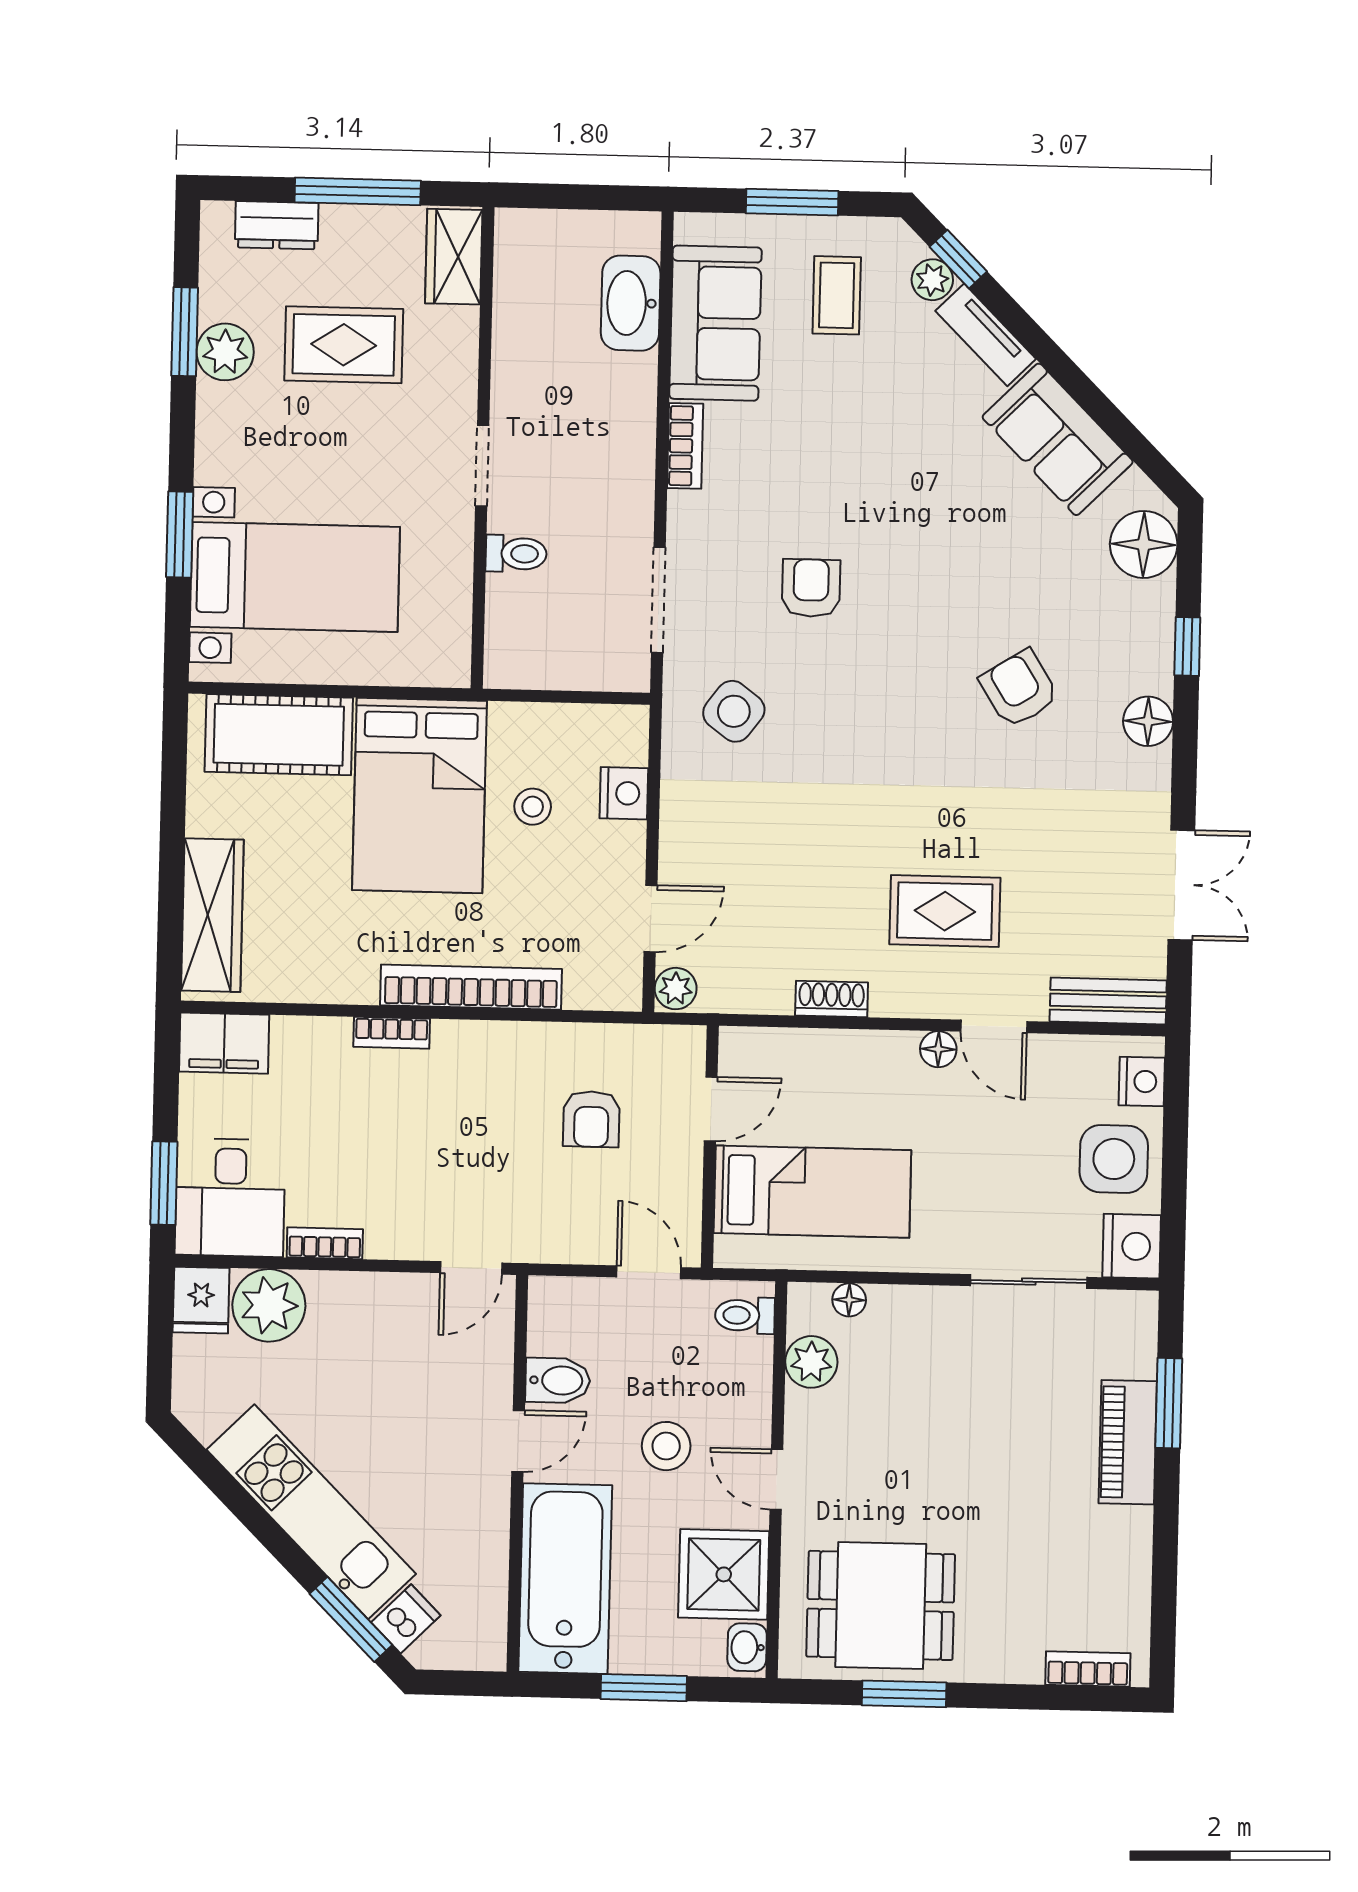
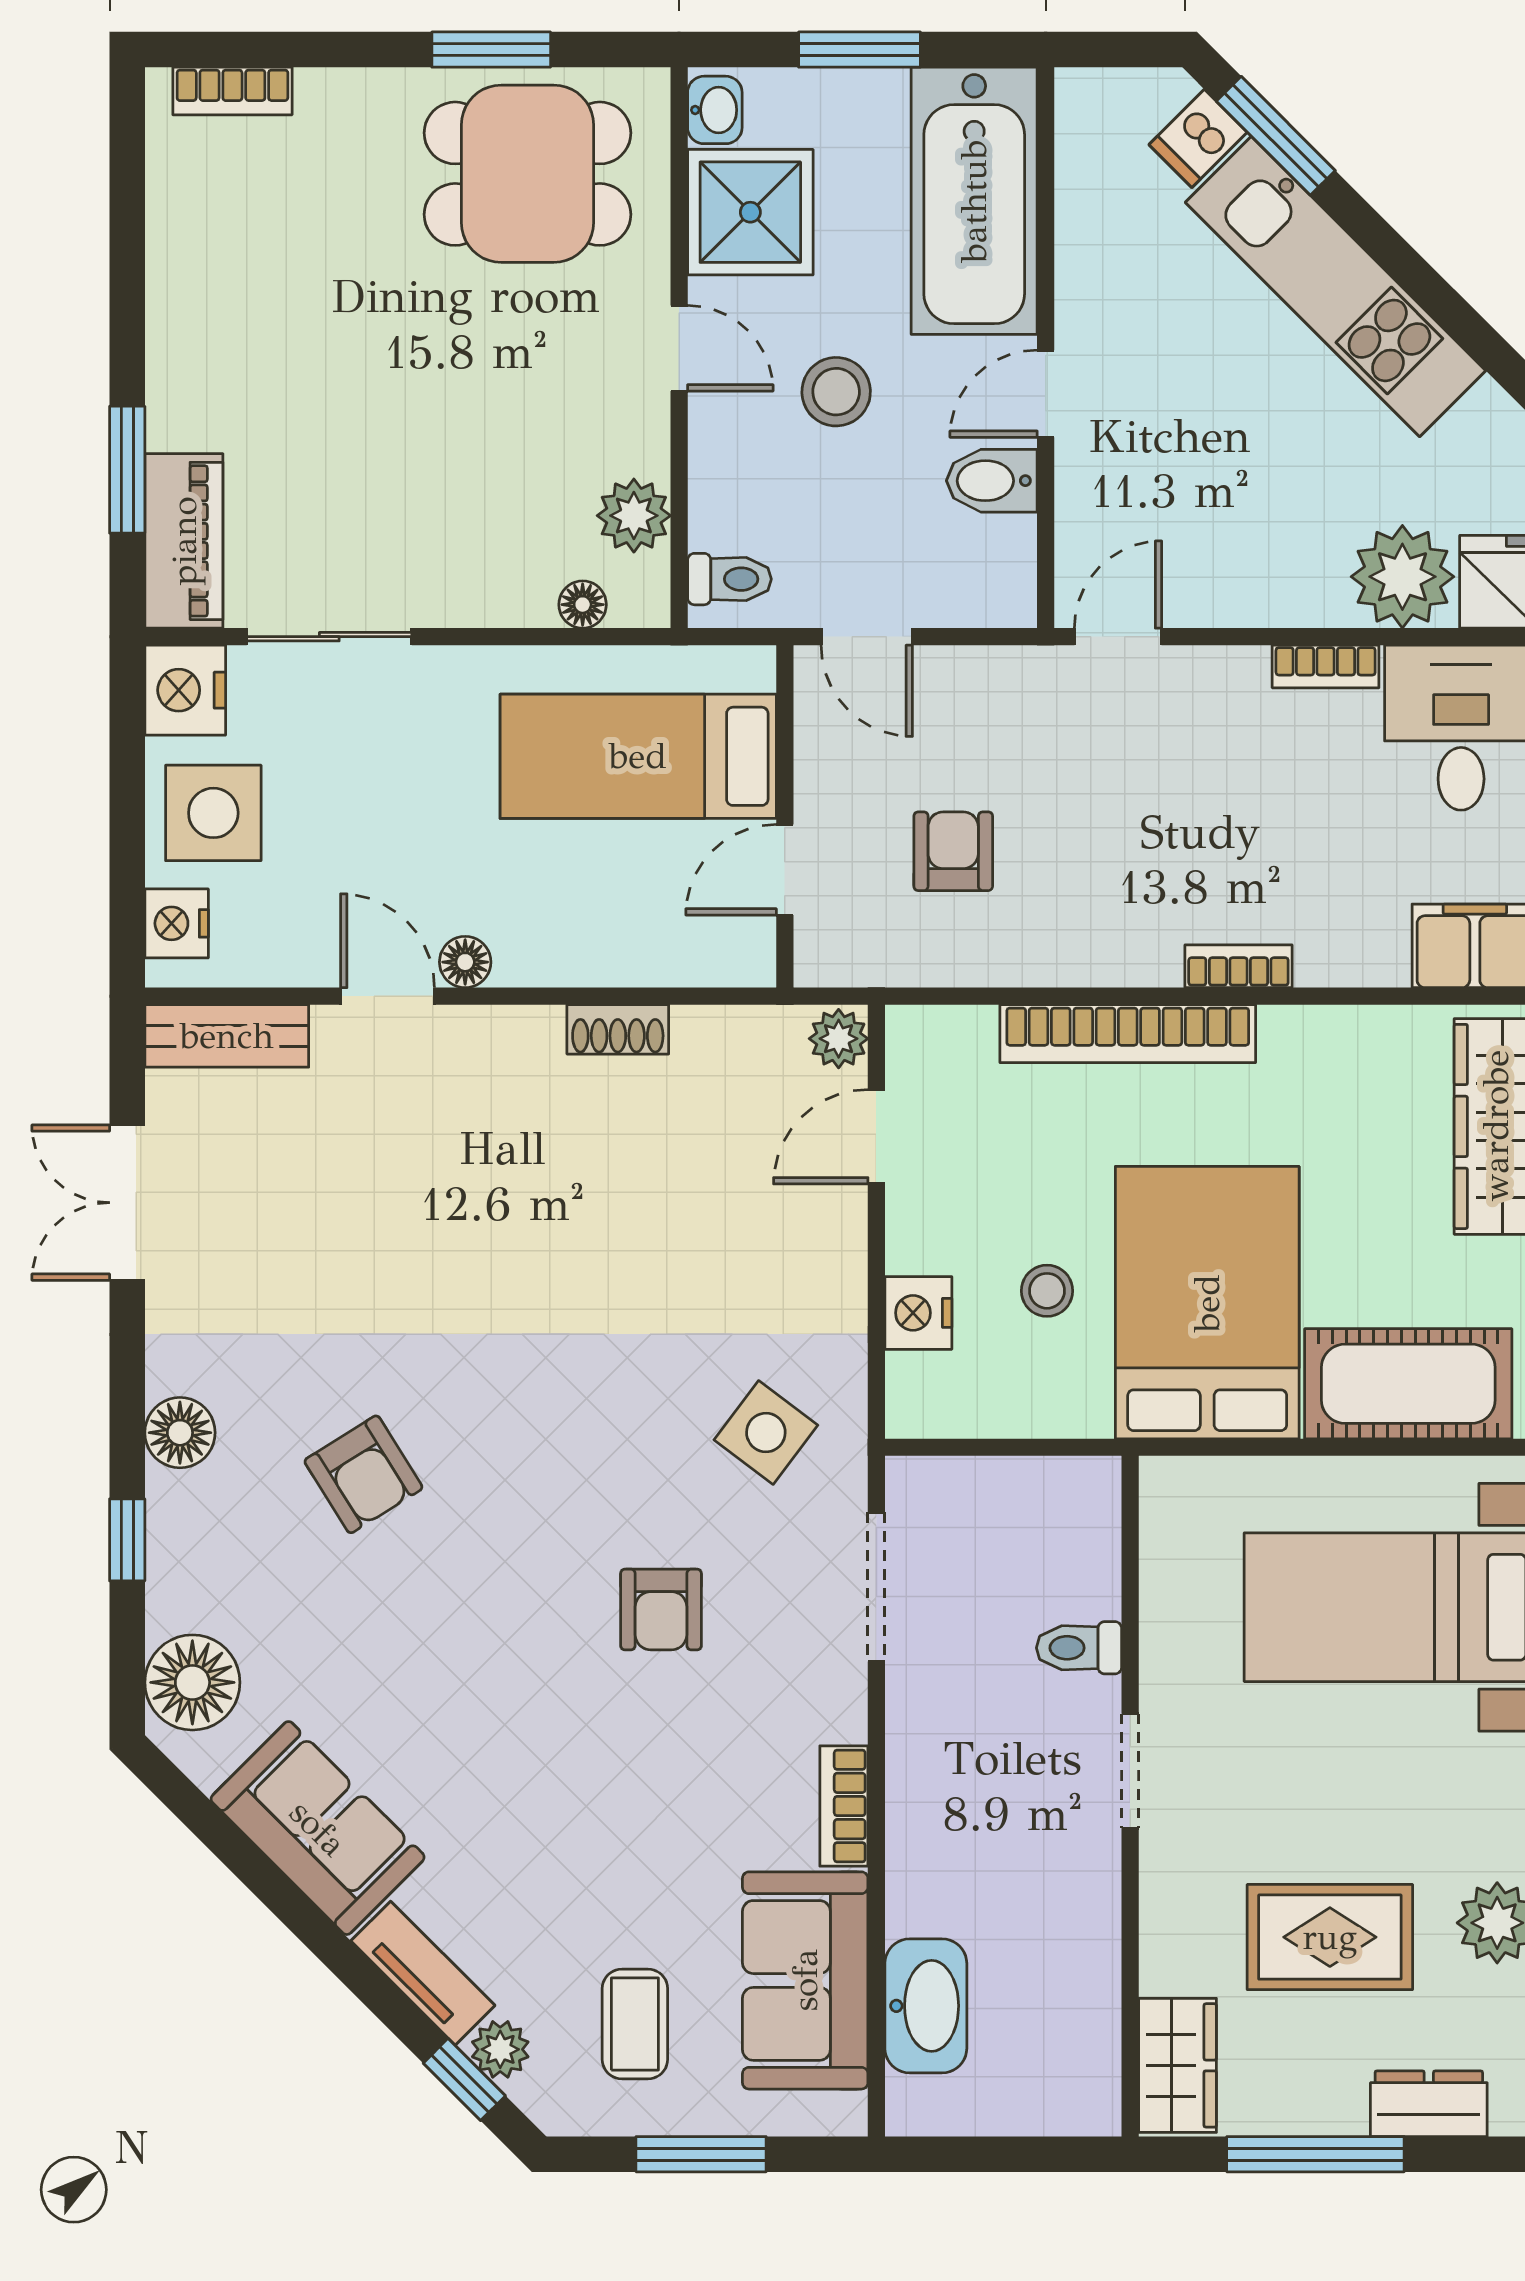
rug: (945, 911) -> (461, 1157), removed
piano: (1128, 1442) -> (184, 541), moved

